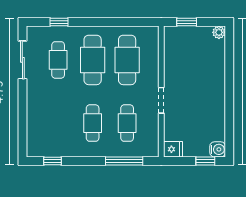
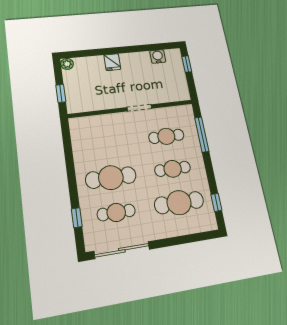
sliding door: (22, 60) -> (122, 250), width x1.37
cafe table: (127, 60) -> (179, 203), moved
fridge: (173, 149) -> (112, 62), moved, turned 180
water cooler: (218, 149) -> (158, 56), moved

